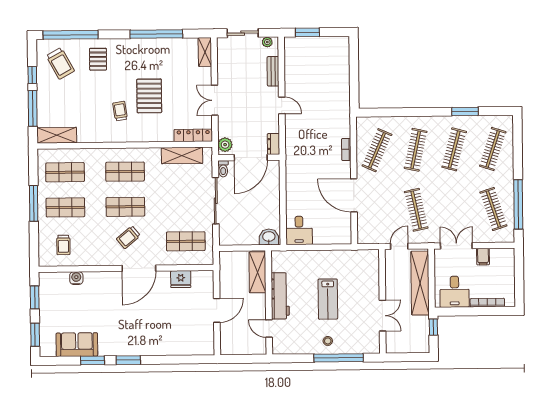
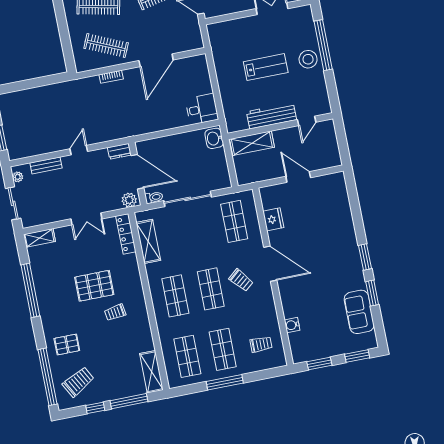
stool: (328, 341) -> (308, 59), width x1.89, depth x1.89

